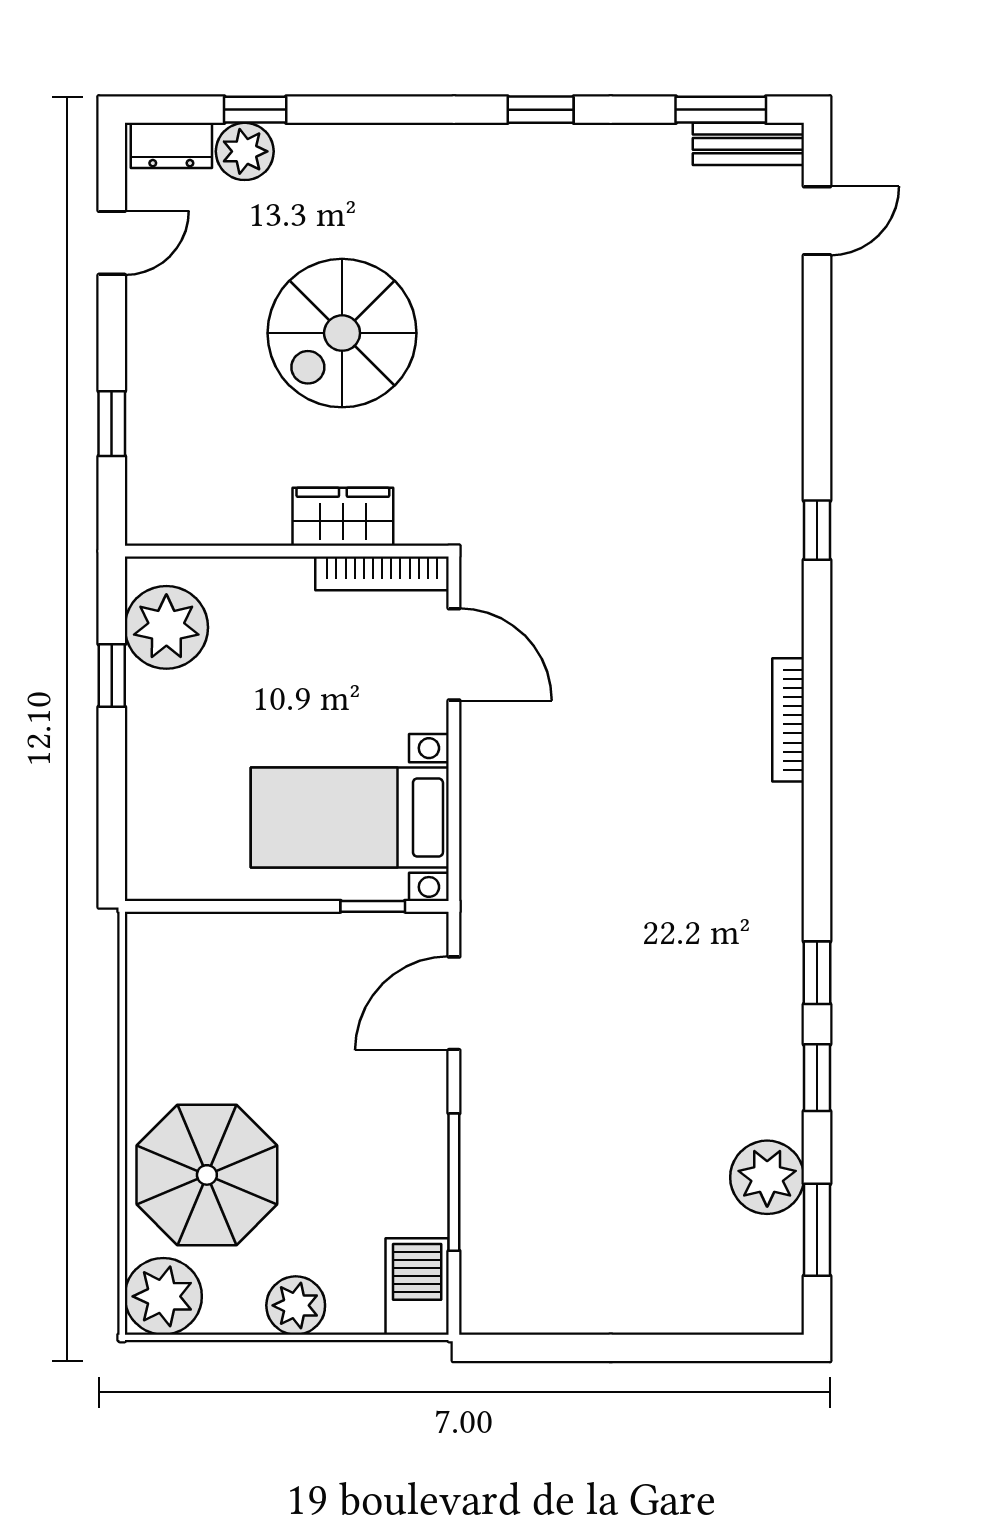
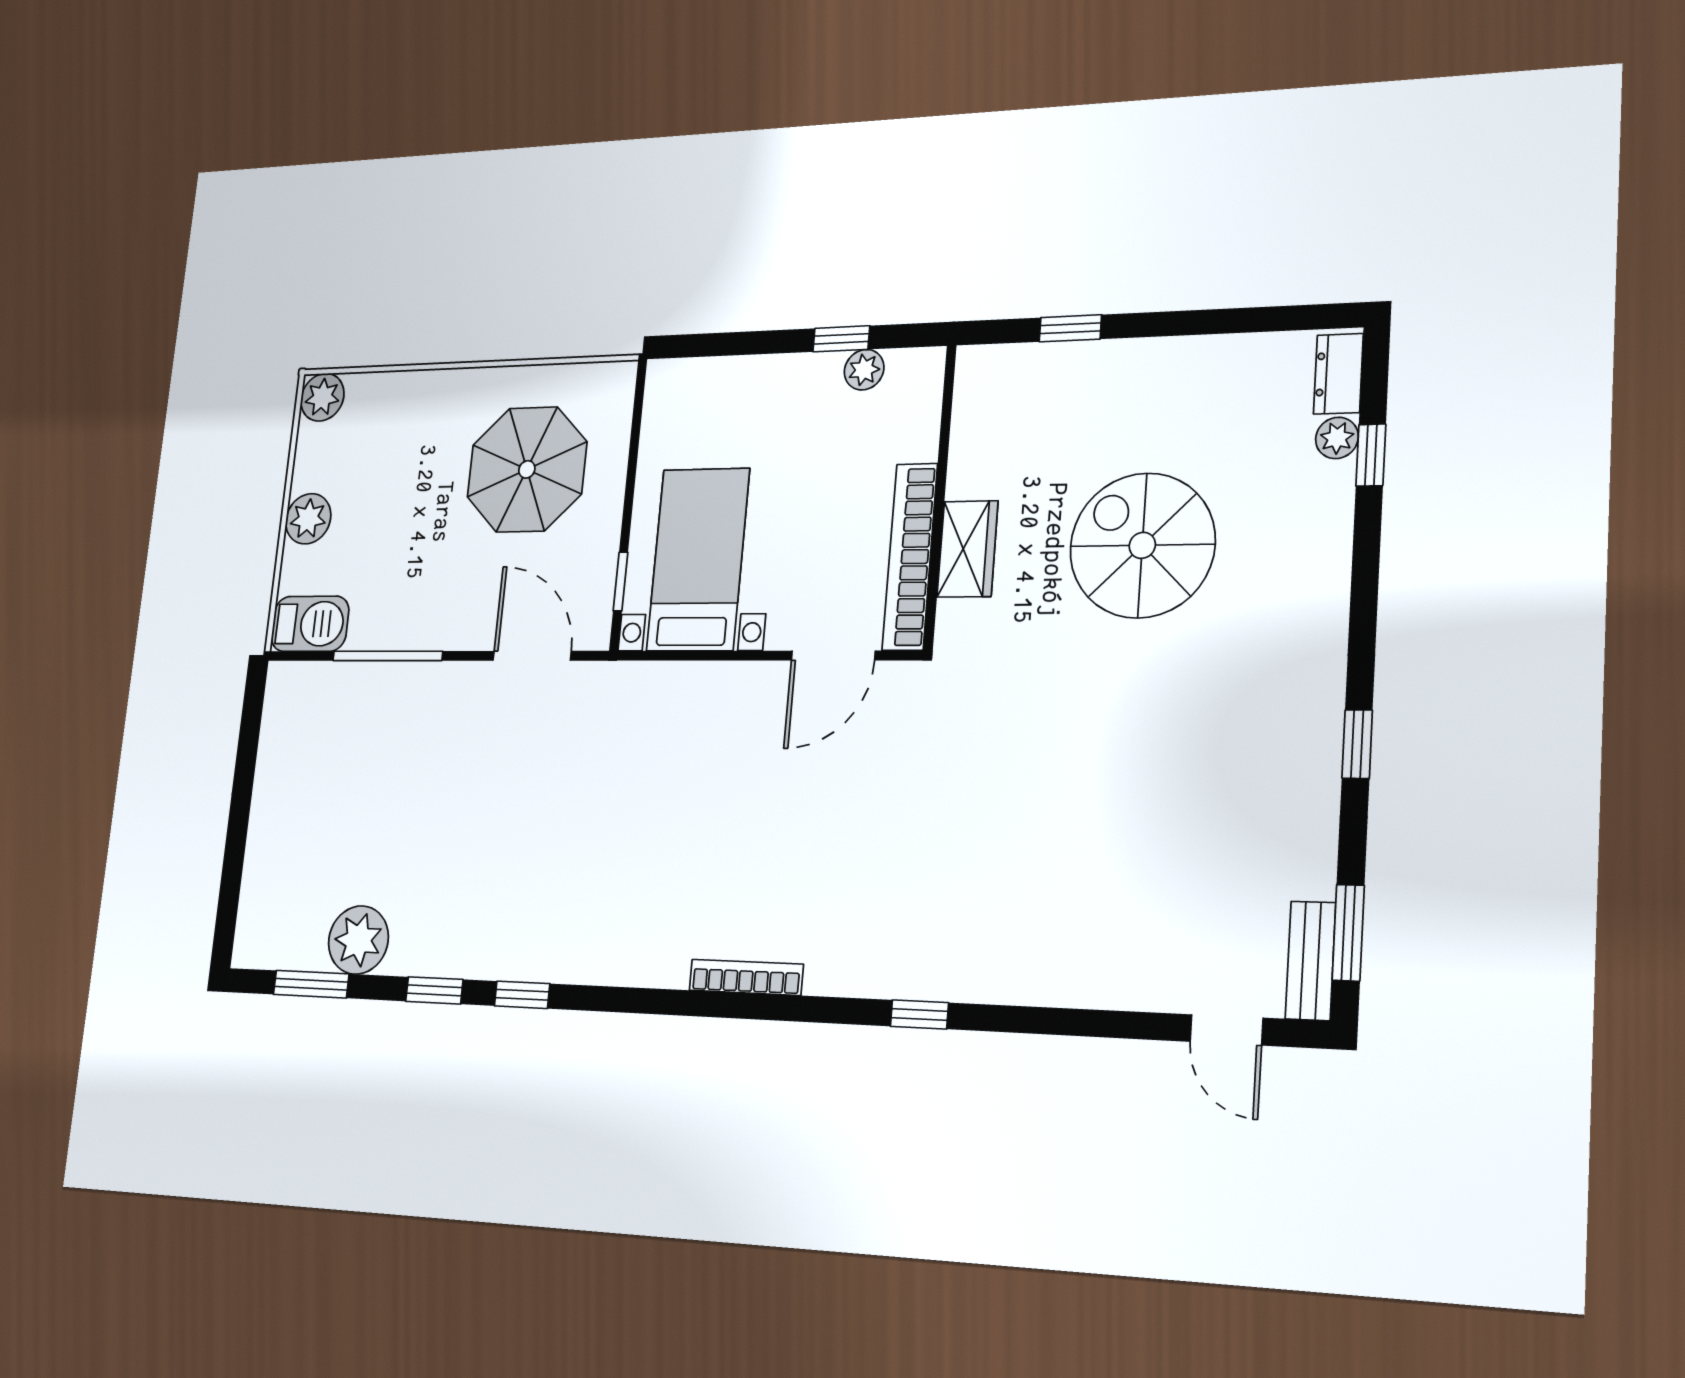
plant: (245, 151) -> (1337, 438), width x0.73, depth x0.73
door: (112, 243) -> (1244, 320), removed
bookcase: (382, 573) -> (910, 557), width x1.48, depth x1.31
plant: (166, 627) -> (864, 370), width x0.53, depth x0.53
parasol: (207, 1175) -> (527, 469), moved
plant: (163, 1296) -> (322, 397), width x0.73, depth x0.73

